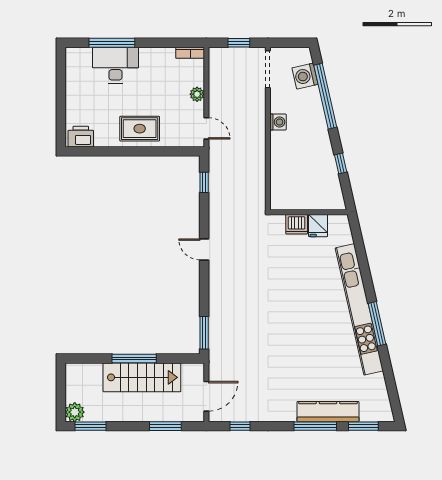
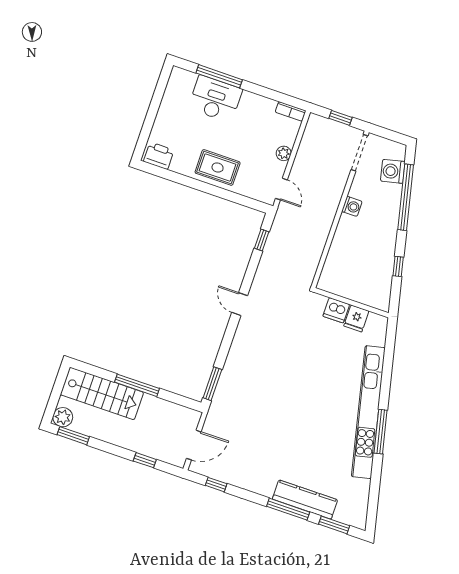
stairs: (142, 377) -> (102, 393), moved
window: (165, 426) -> (145, 460), width x0.67

